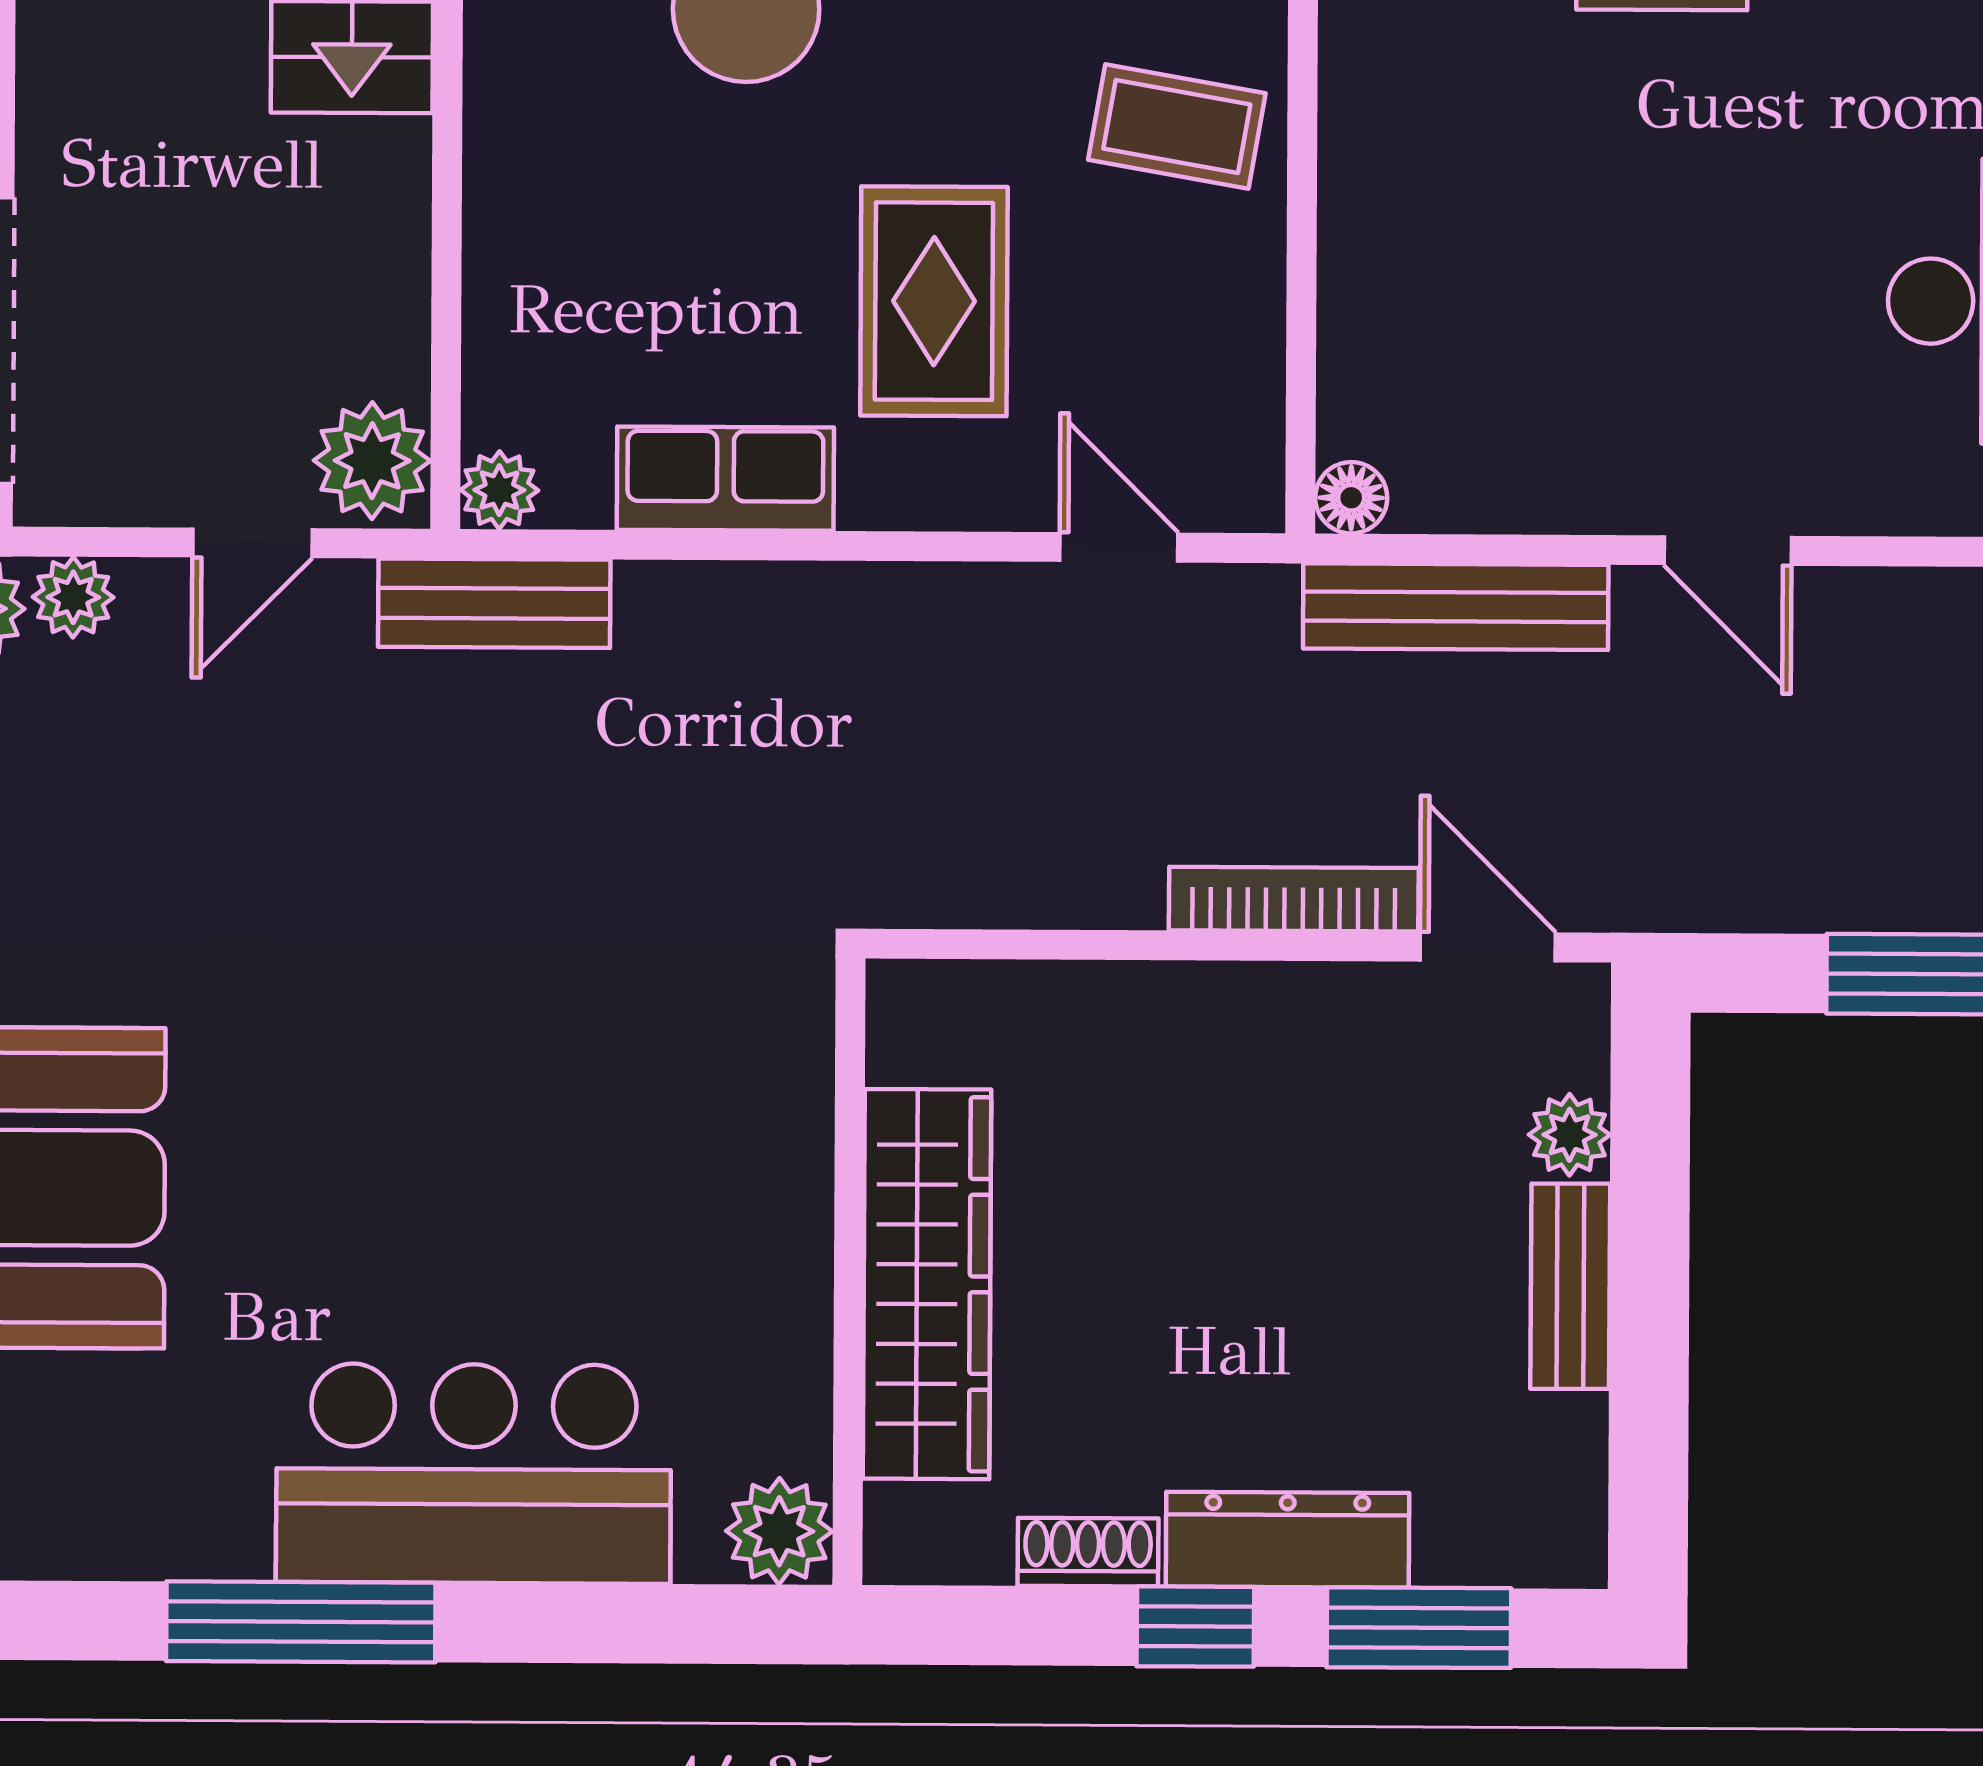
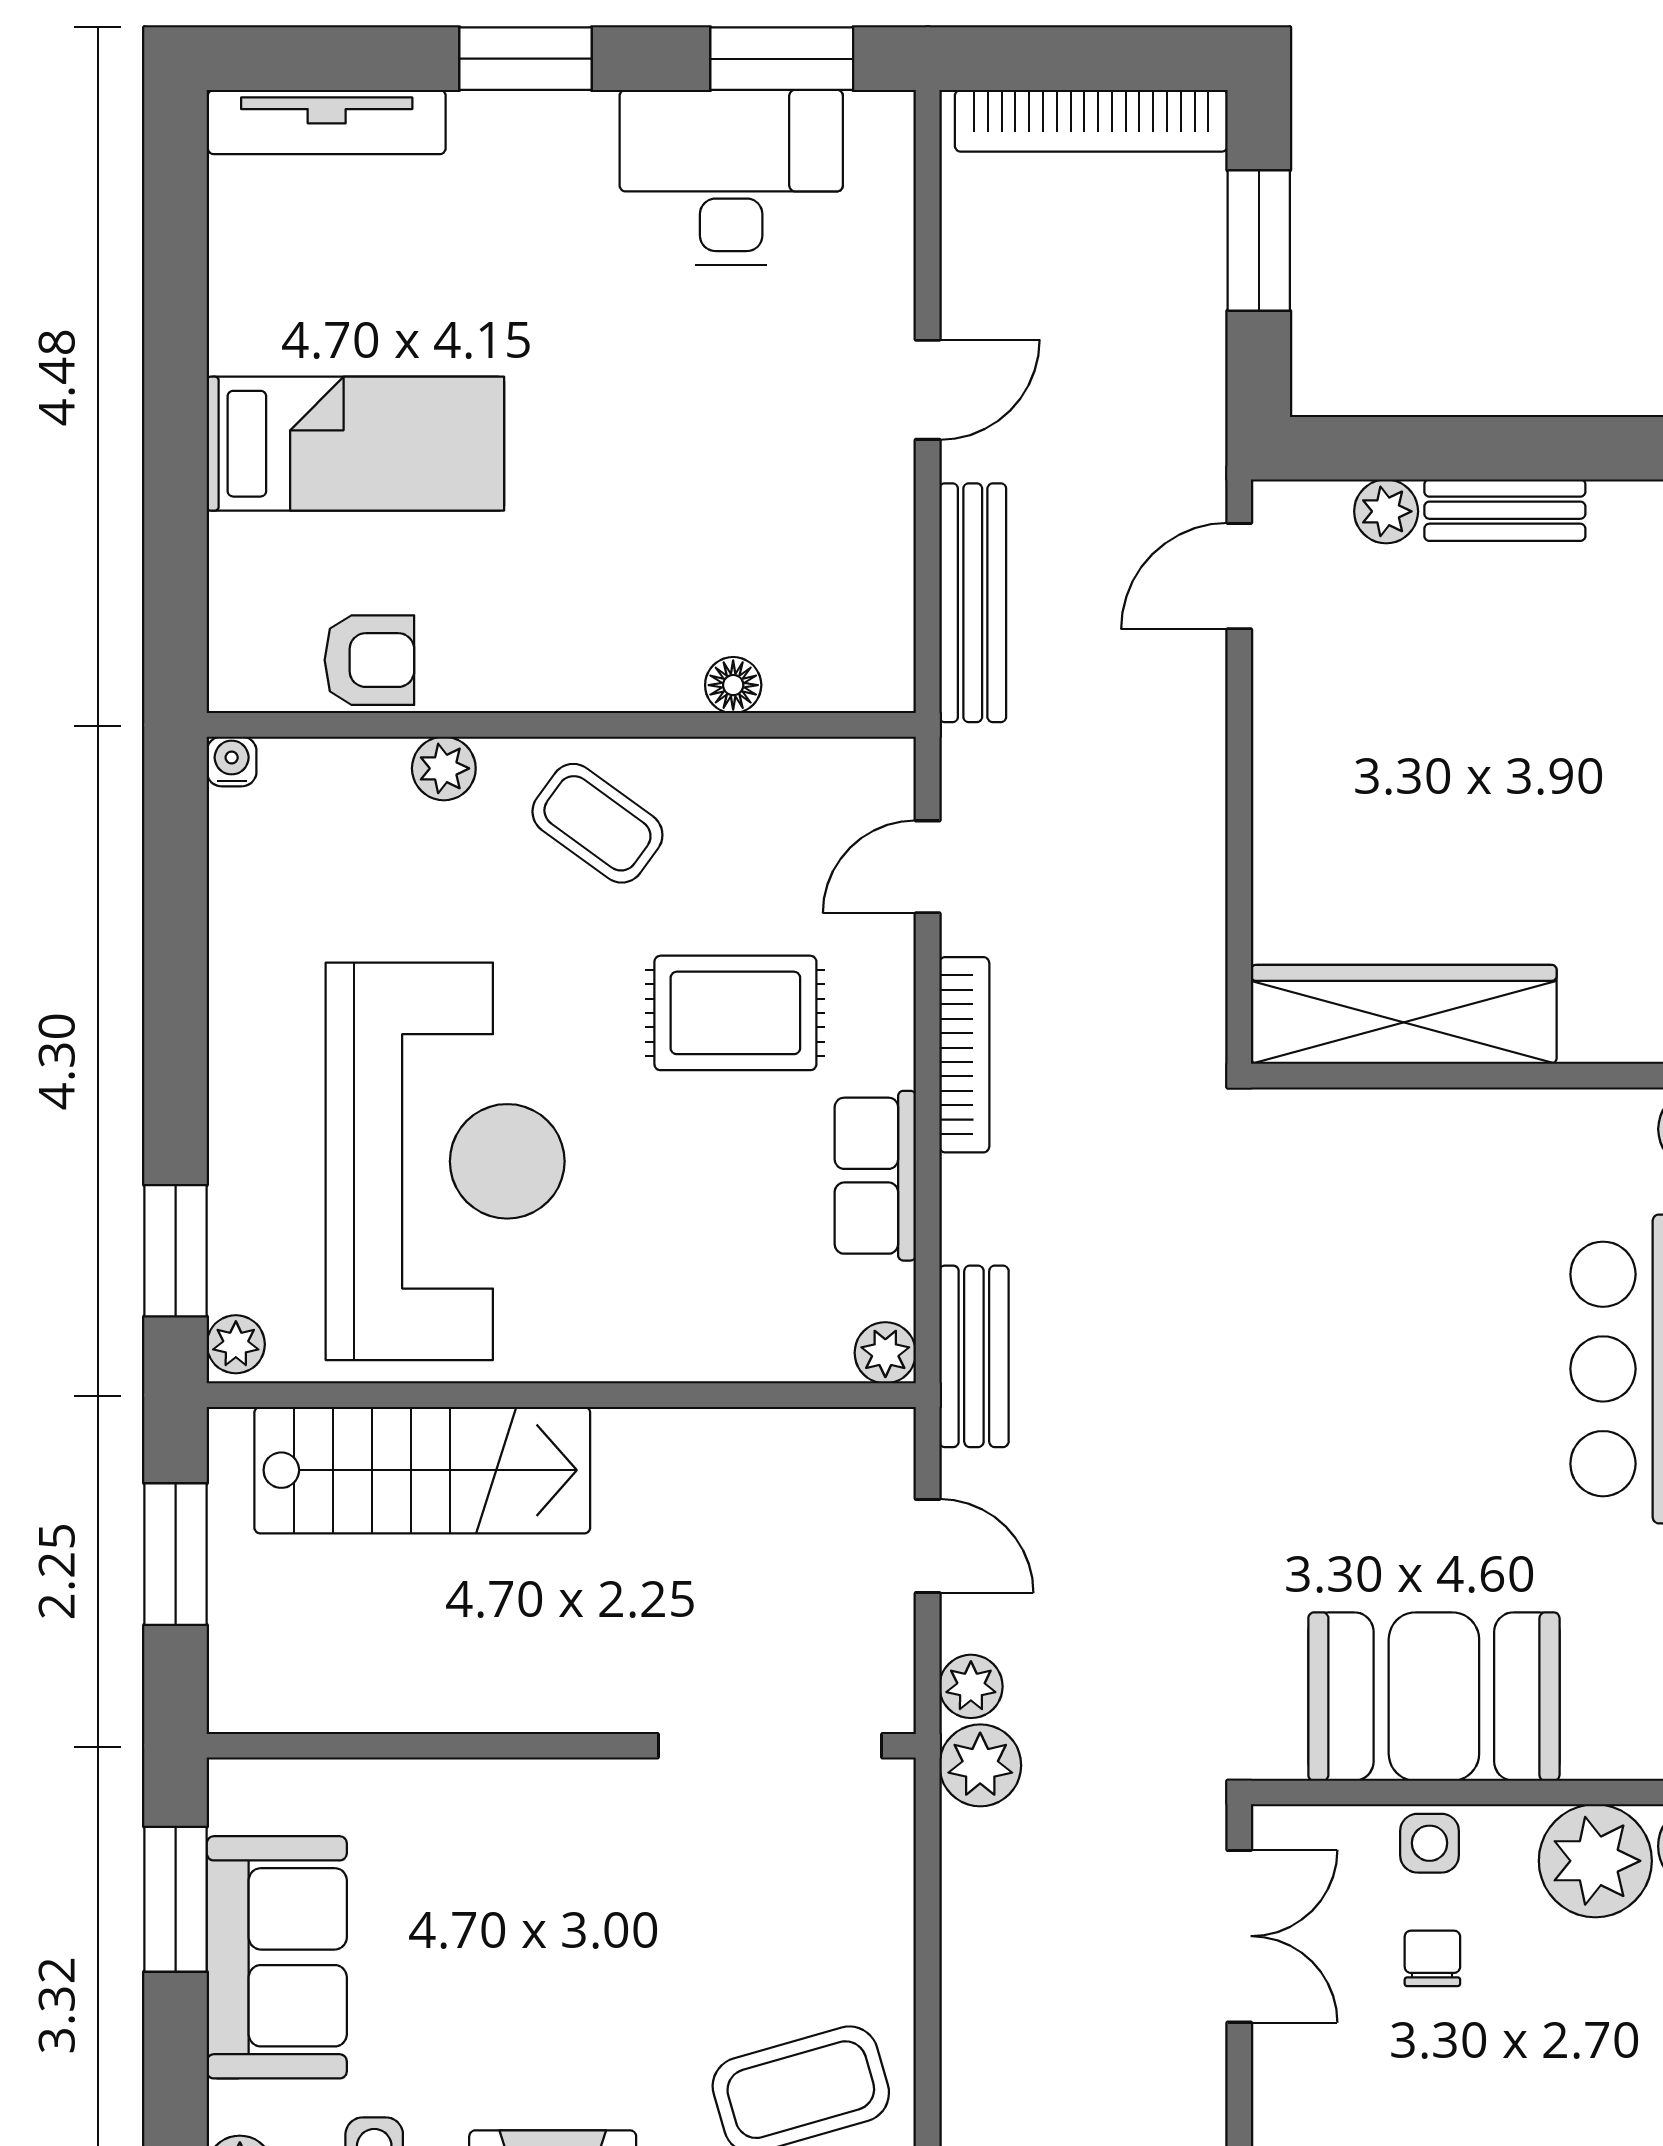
coffee table: (1177, 126) -> (597, 823), turned -64
plant: (372, 461) -> (863, 1453), removed
floor lamp: (1351, 498) -> (733, 685), moved
bookcase: (1294, 899) -> (964, 1055), moved, turned 180
wardrobe: (927, 1284) -> (1404, 1014), moved

